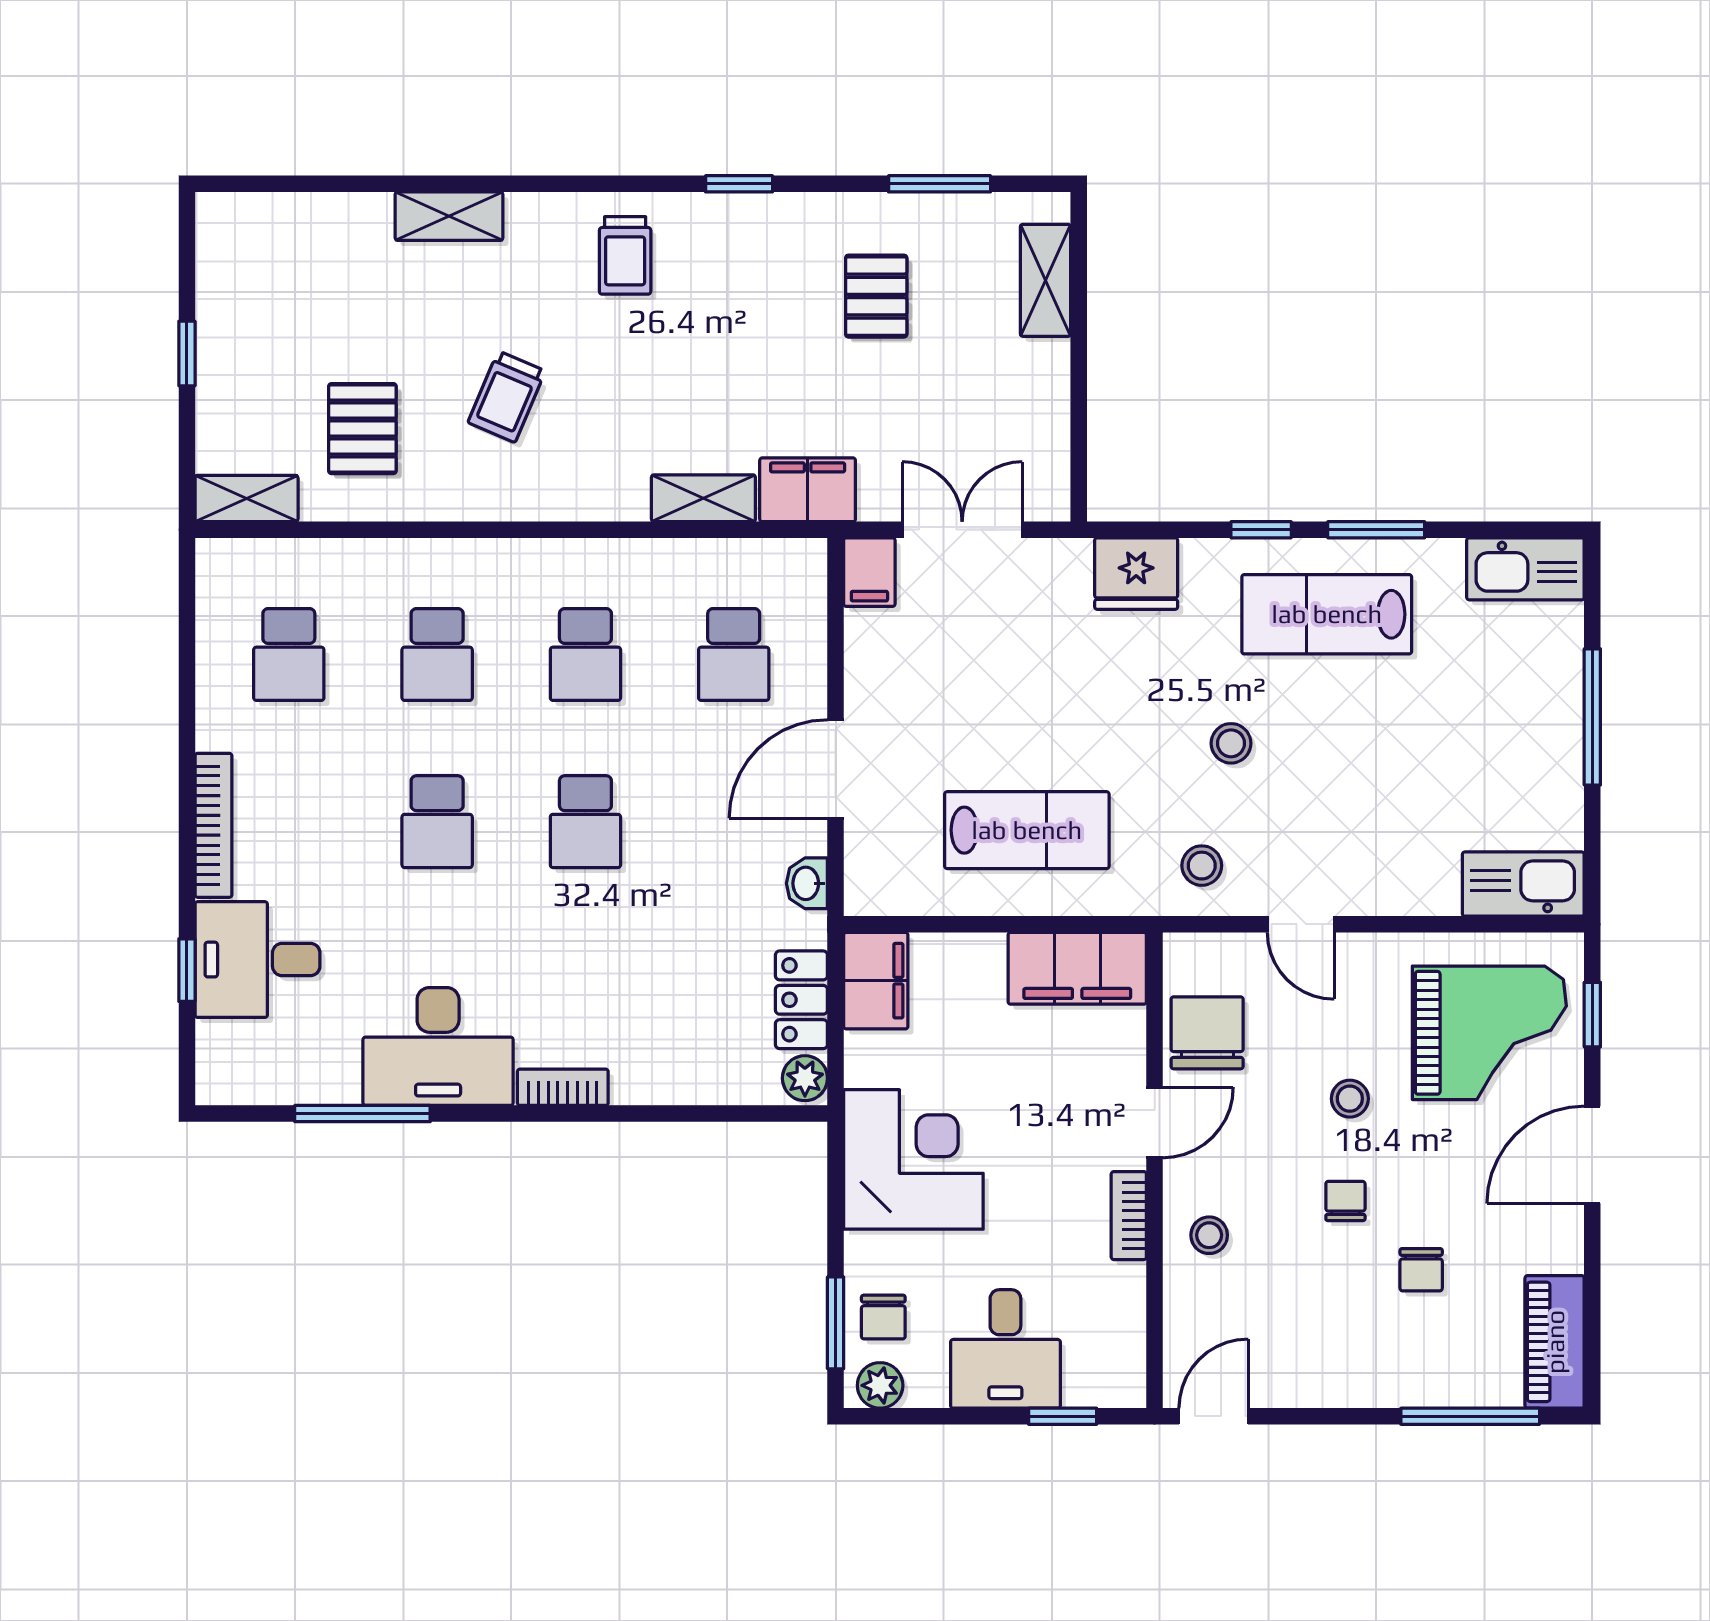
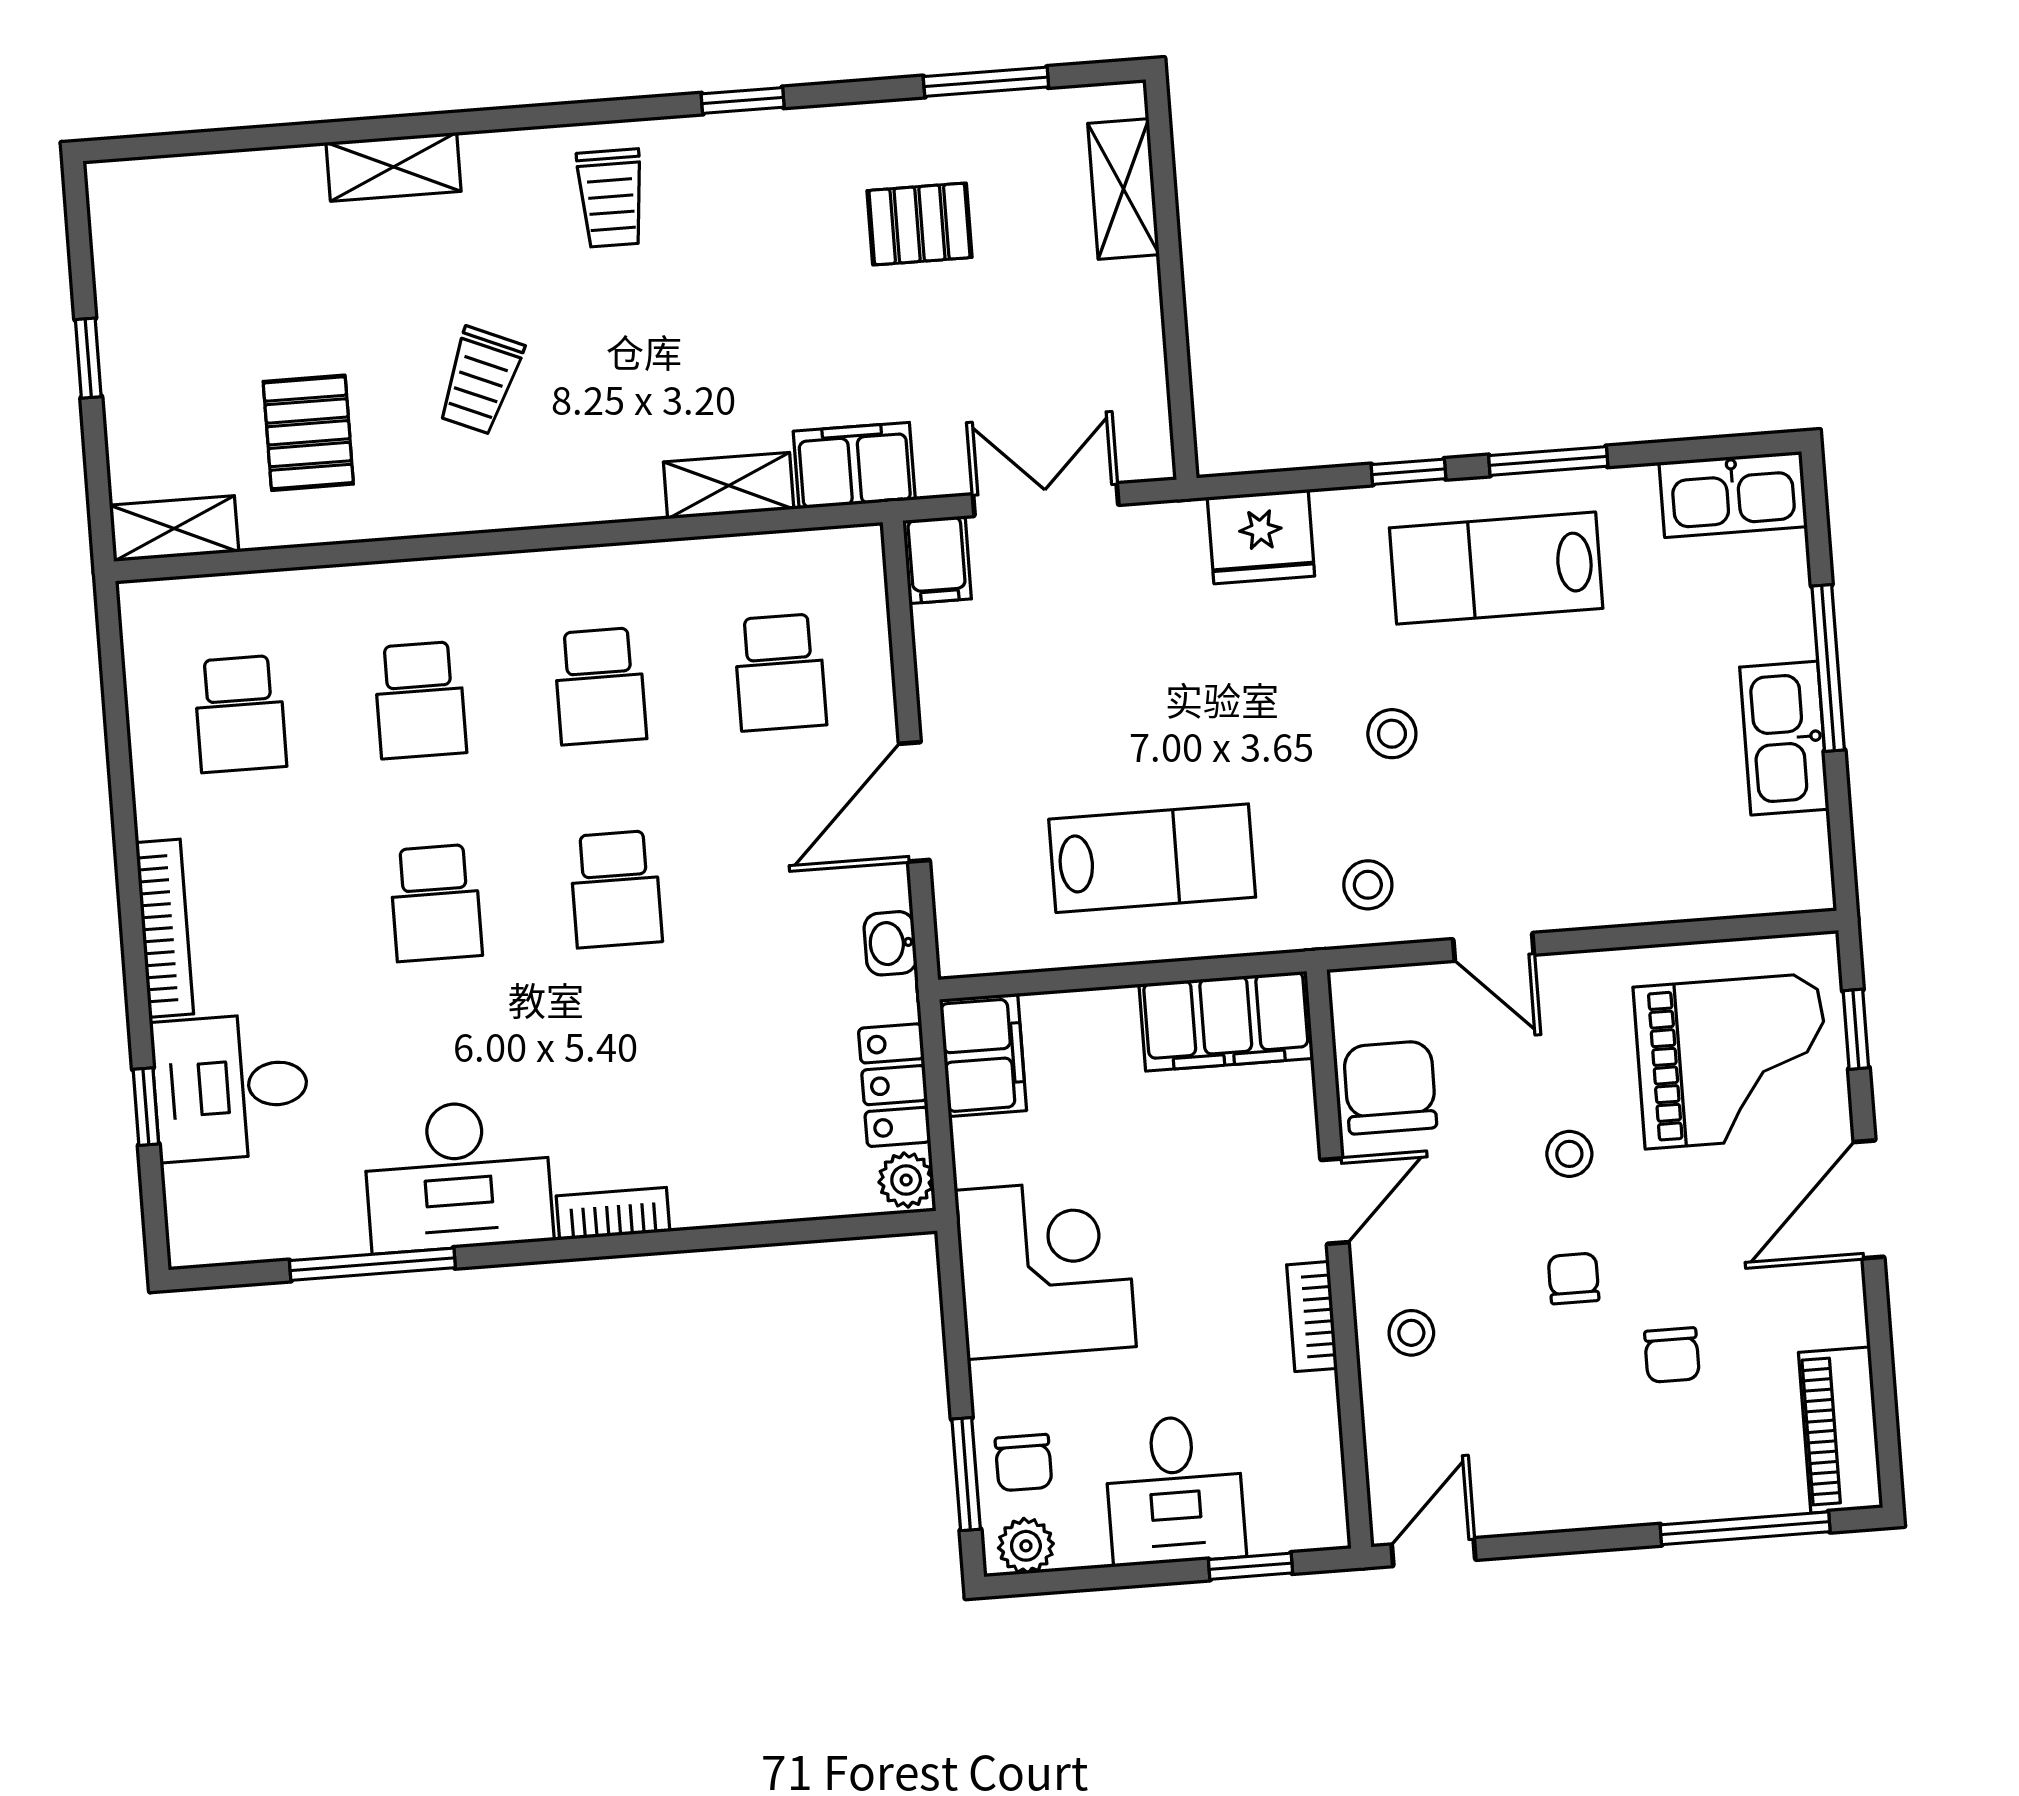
pallet: (876, 296) -> (920, 224), turned 90
kitchen sink: (1523, 884) -> (1784, 738), moved, turned -90

